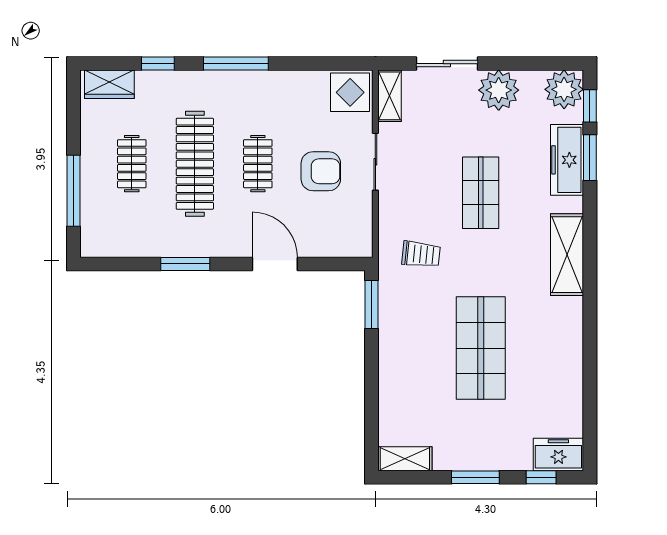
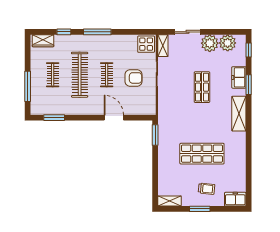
plant: (564, 89) -> (228, 43), moved
window: (590, 158) -> (249, 85), moved
freezer: (567, 160) -> (239, 77), width x0.71
trolley: (421, 254) -> (207, 189), moved
window: (185, 264) -> (54, 118), moved
shop shelf: (481, 348) -> (202, 154), turned 90
window: (541, 477) -> (228, 209), removed

